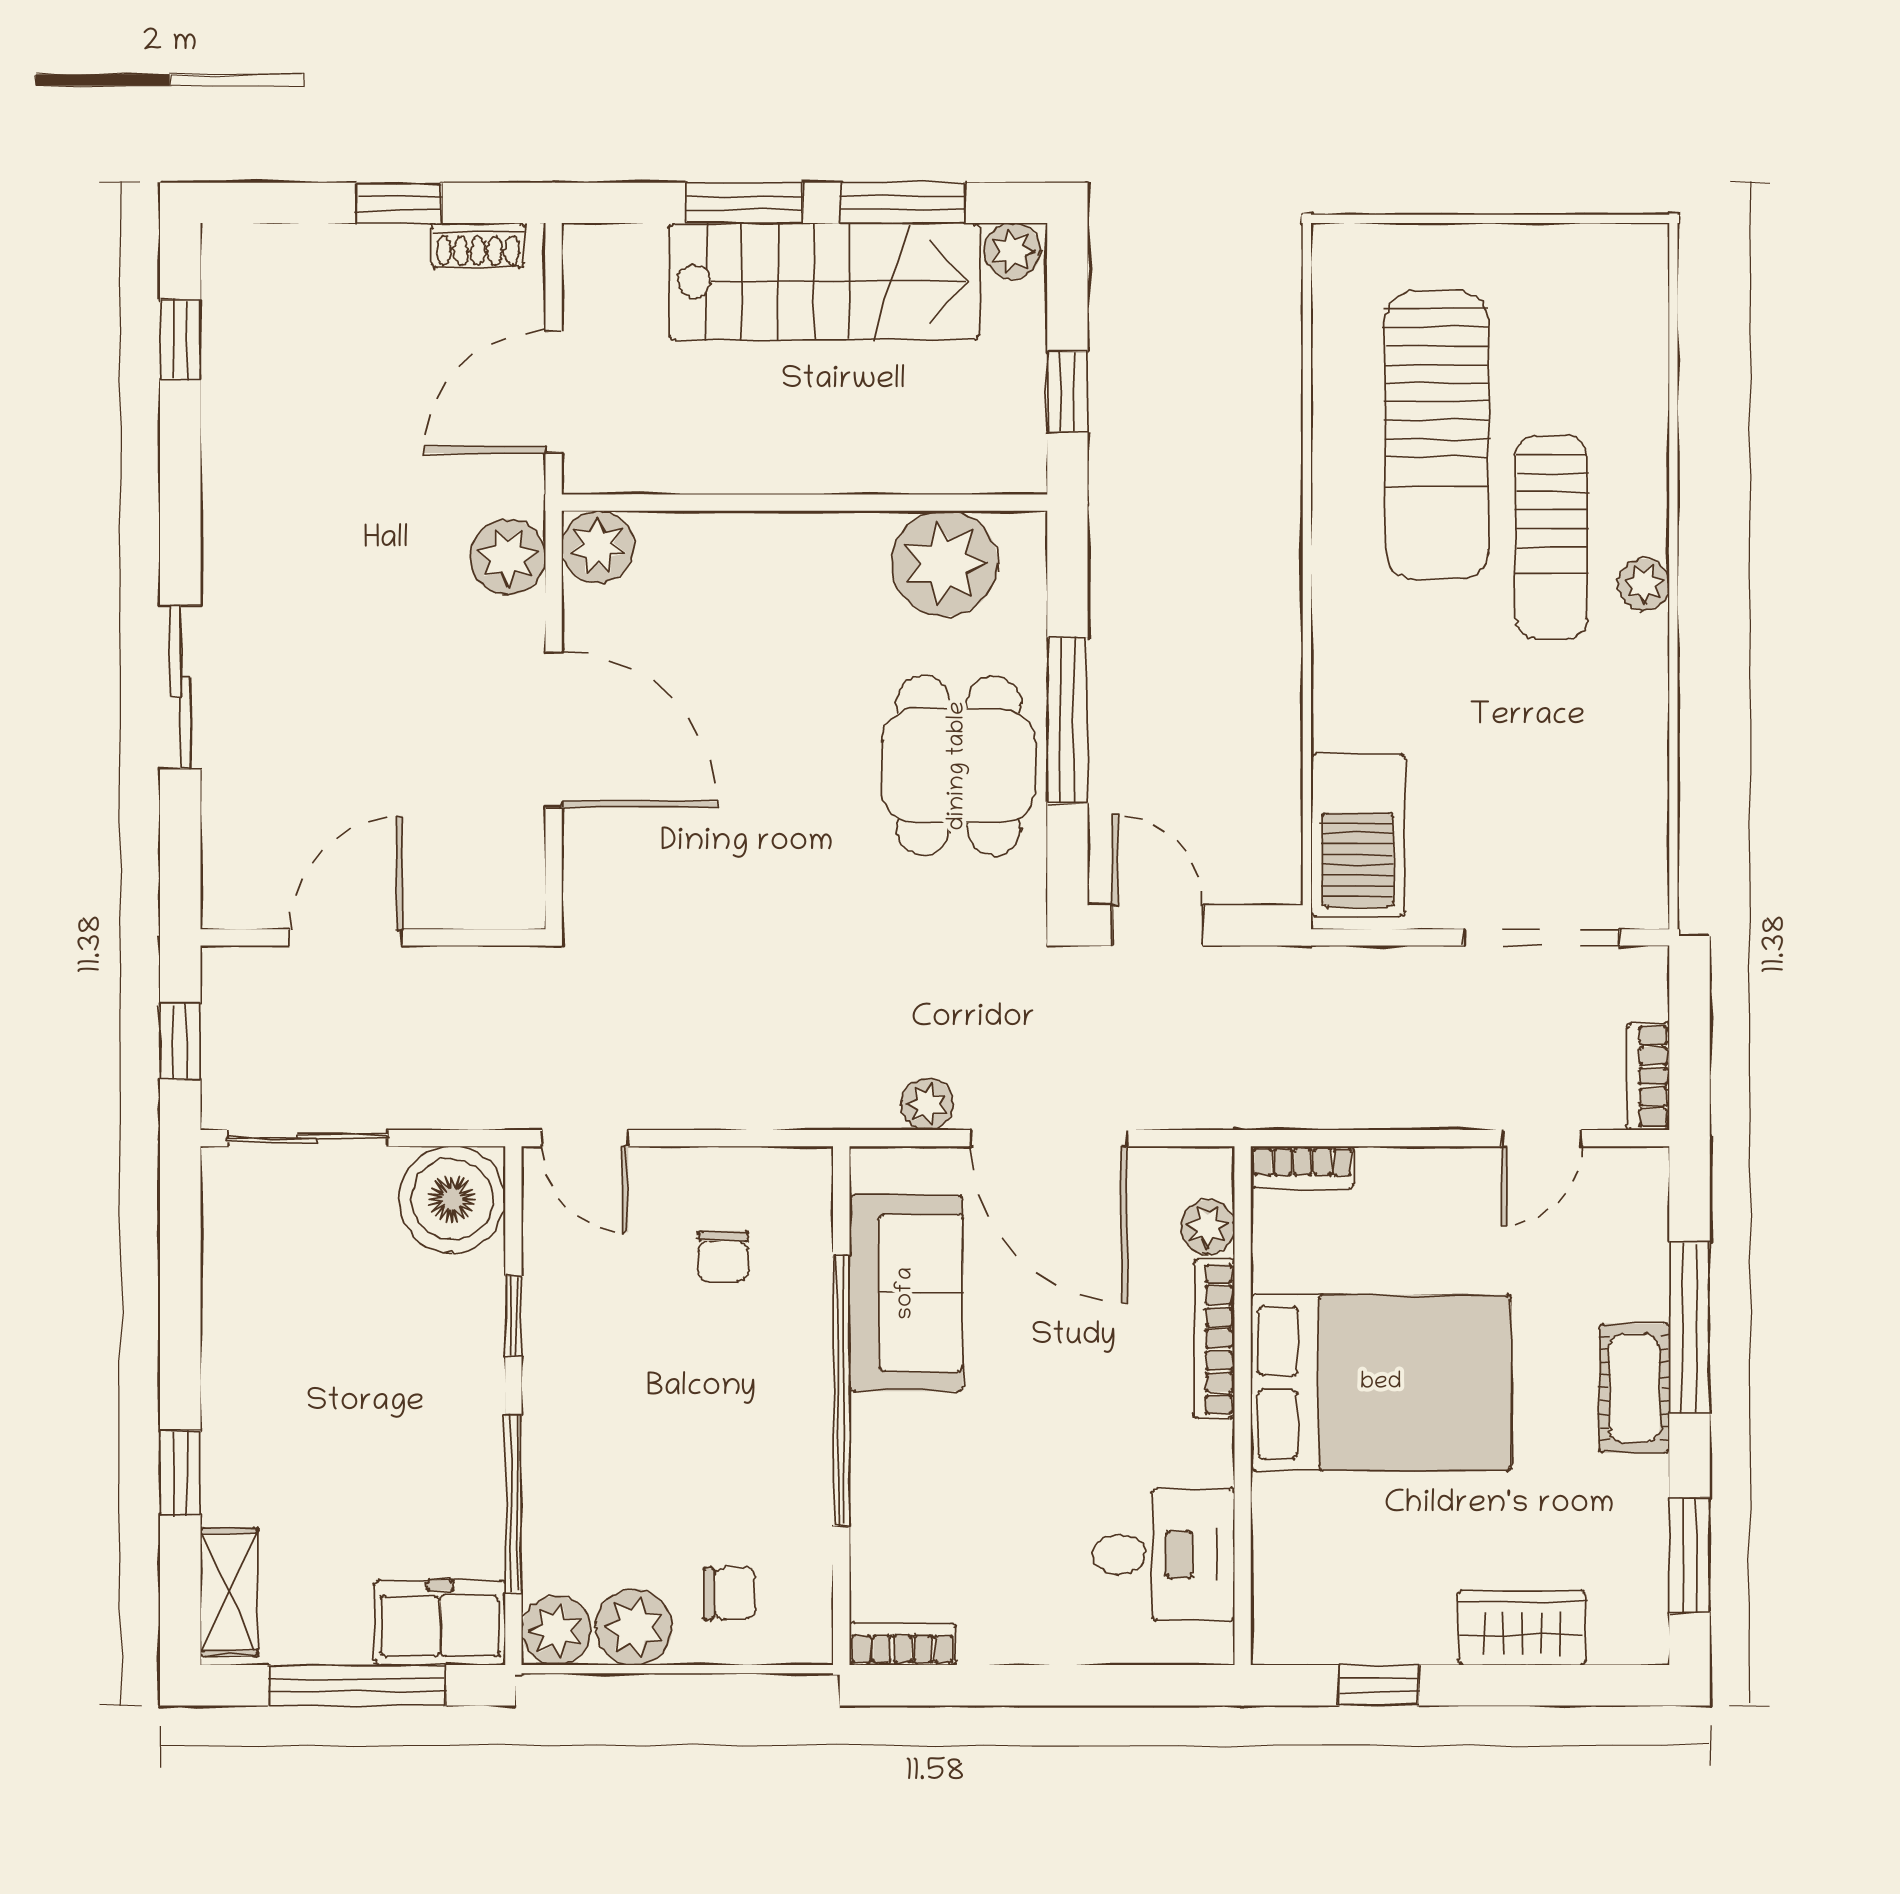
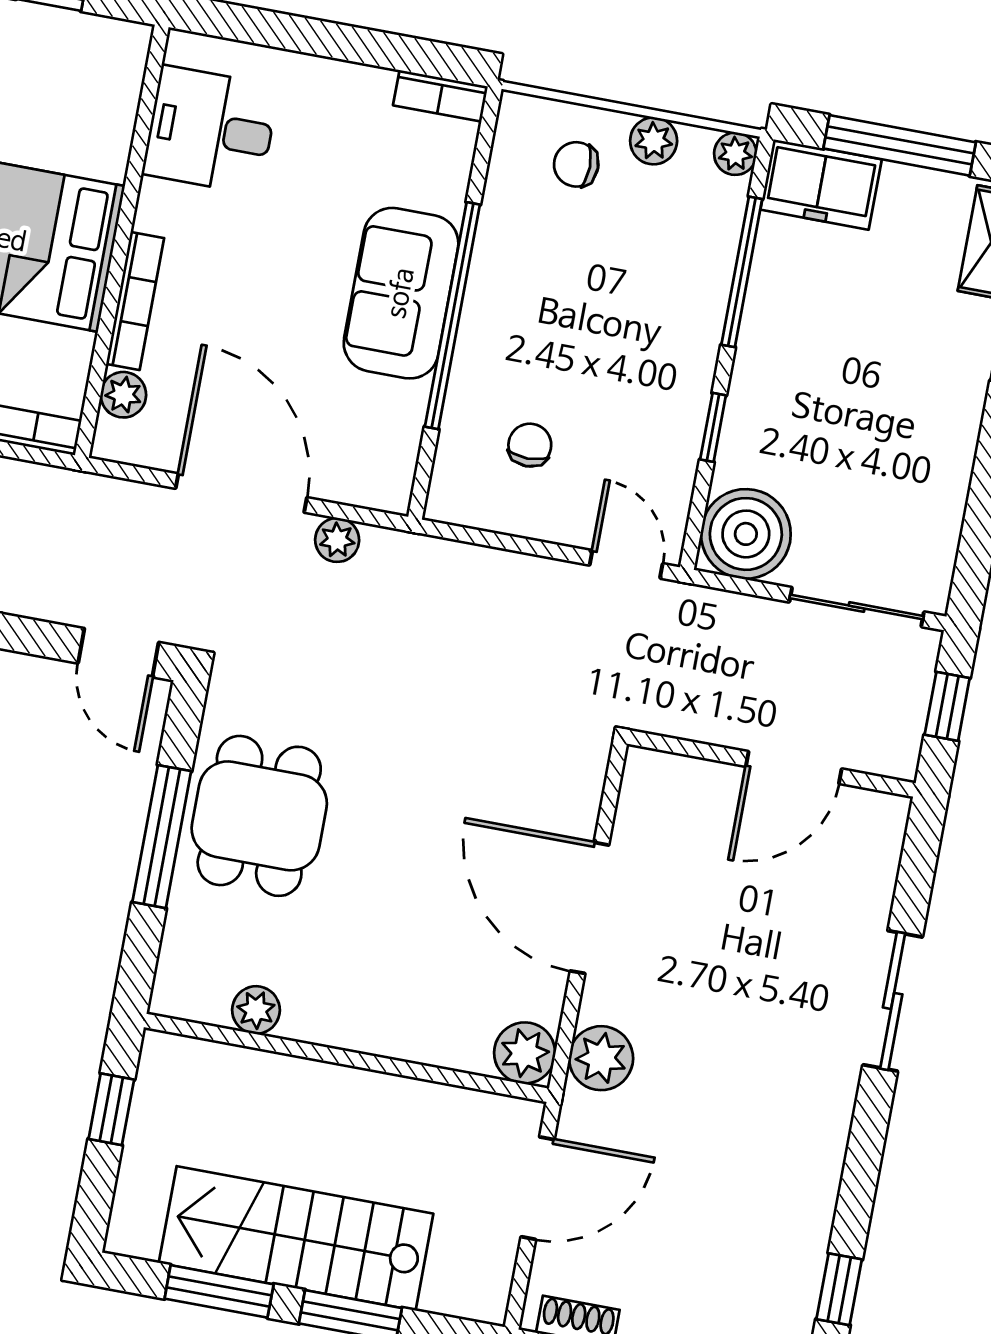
plant: (1012, 251) -> (135, 1235), removed
plant: (945, 563) -> (256, 1010), width x0.53, depth x0.53
sofa: (906, 1293) -> (401, 293), moved
plant: (634, 1627) -> (654, 141), width x0.73, depth x0.73
plant: (556, 1631) -> (735, 154), width x0.73, depth x0.73

